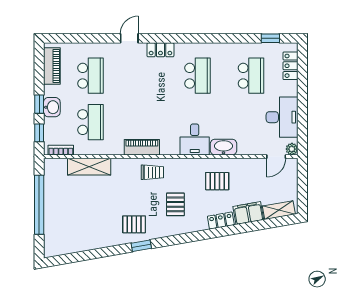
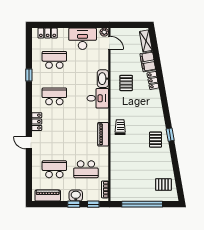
window: (270, 38) -> (29, 75), moved
school desk: (90, 122) -> (86, 169), turned 180
shelving: (89, 167) -> (116, 170), removed
pallet: (175, 204) -> (163, 185), moved

